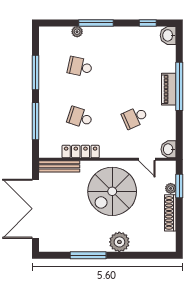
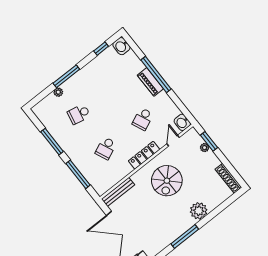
school desk: (80, 117) -> (106, 148), turned -42
locker: (81, 152) -> (144, 155), moved
door: (147, 159) -> (173, 141), swing flipped
spiral stairs: (112, 191) -> (167, 181), width x0.73, depth x0.73
shoe rack: (170, 213) -> (228, 178), moved

